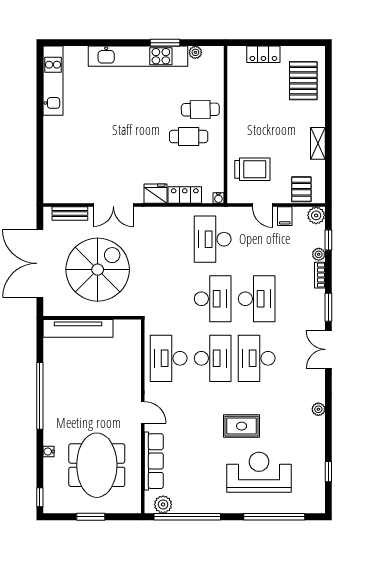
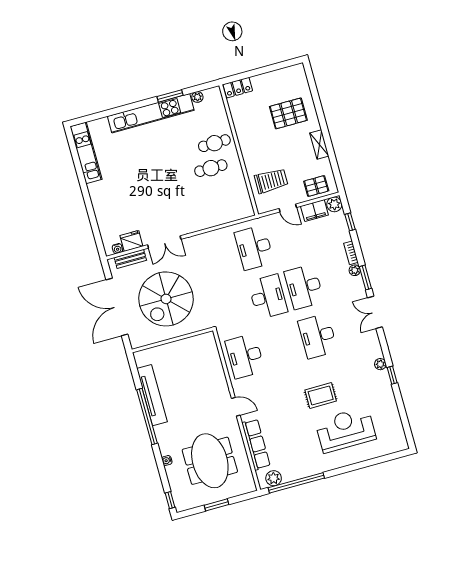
locker: (263, 54) -> (238, 88), moved
pallet: (303, 81) -> (288, 113), moved, turned 90
pallet: (301, 189) -> (316, 186), turned 90
fridge: (155, 194) -> (131, 241), moved
locker: (185, 195) -> (221, 217), removed
water cooler: (218, 198) -> (117, 249), moved
filing cabinet: (285, 216) -> (314, 211), width x2.00
plant: (319, 254) -> (355, 270), moved
spiral stairs: (98, 270) -> (166, 299), turned 180
desk: (257, 299) -> (304, 287), turned 180
tv unit: (78, 328) -> (152, 395), moved, turned -90
desk: (213, 358) -> (281, 346), removed
window: (328, 472) -> (392, 375), moved
window: (274, 517) -> (368, 463), removed

